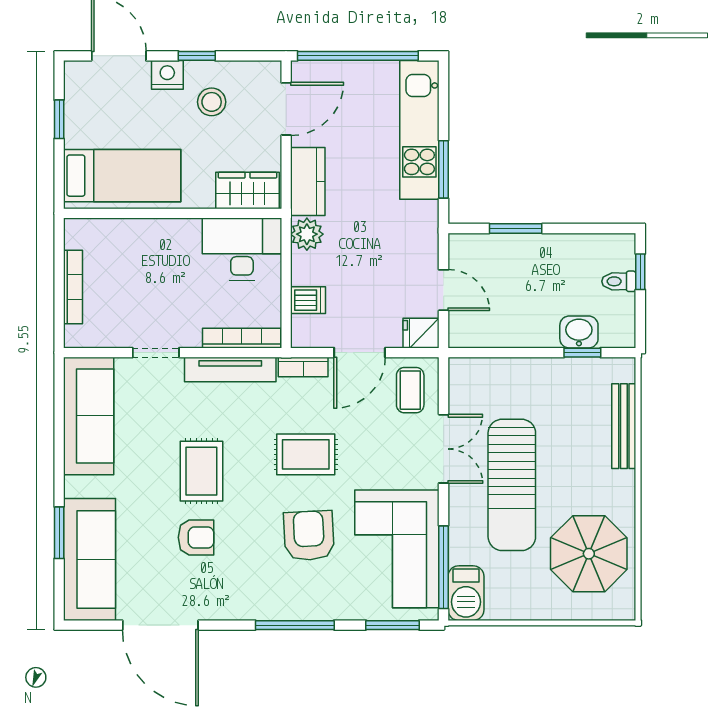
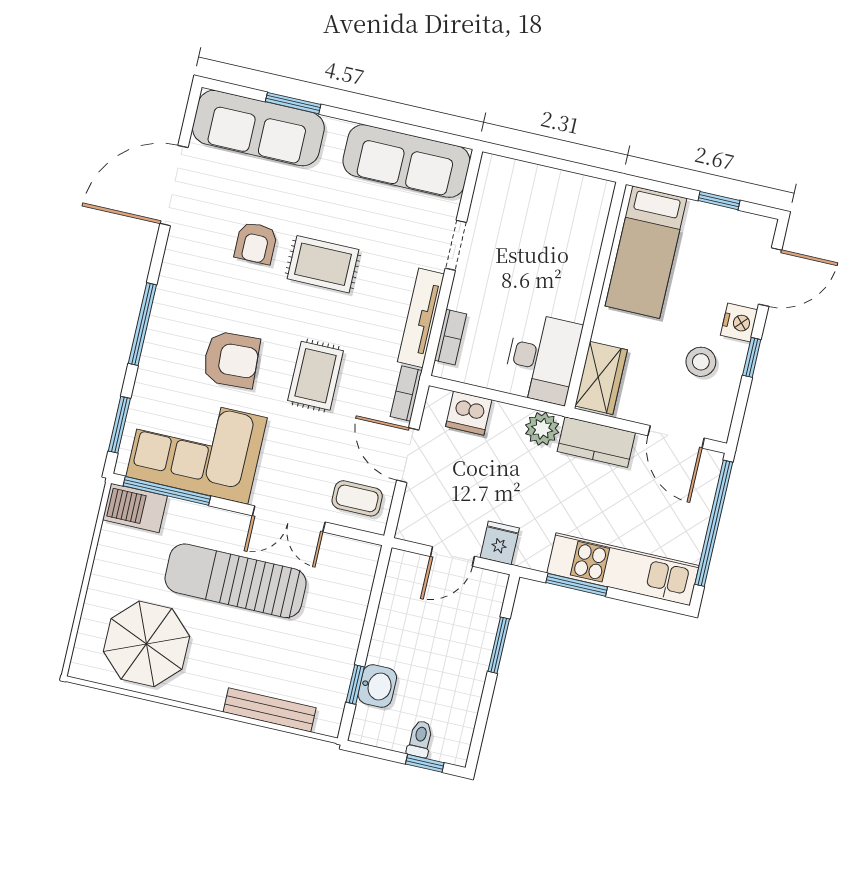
bookcase: (73, 287) -> (543, 175), removed
dishwasher: (308, 300) -> (469, 413), width x1.38
fridge: (421, 333) -> (500, 543), moved
bookcase: (242, 338) -> (450, 337), width x0.64

